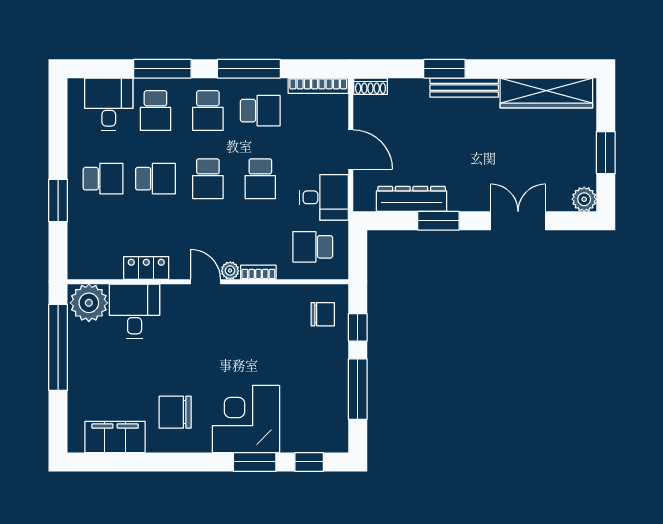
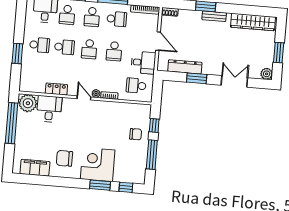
bench: (464, 88) -> (214, 16), width x0.73
chair: (323, 314) -> (136, 134), moved

